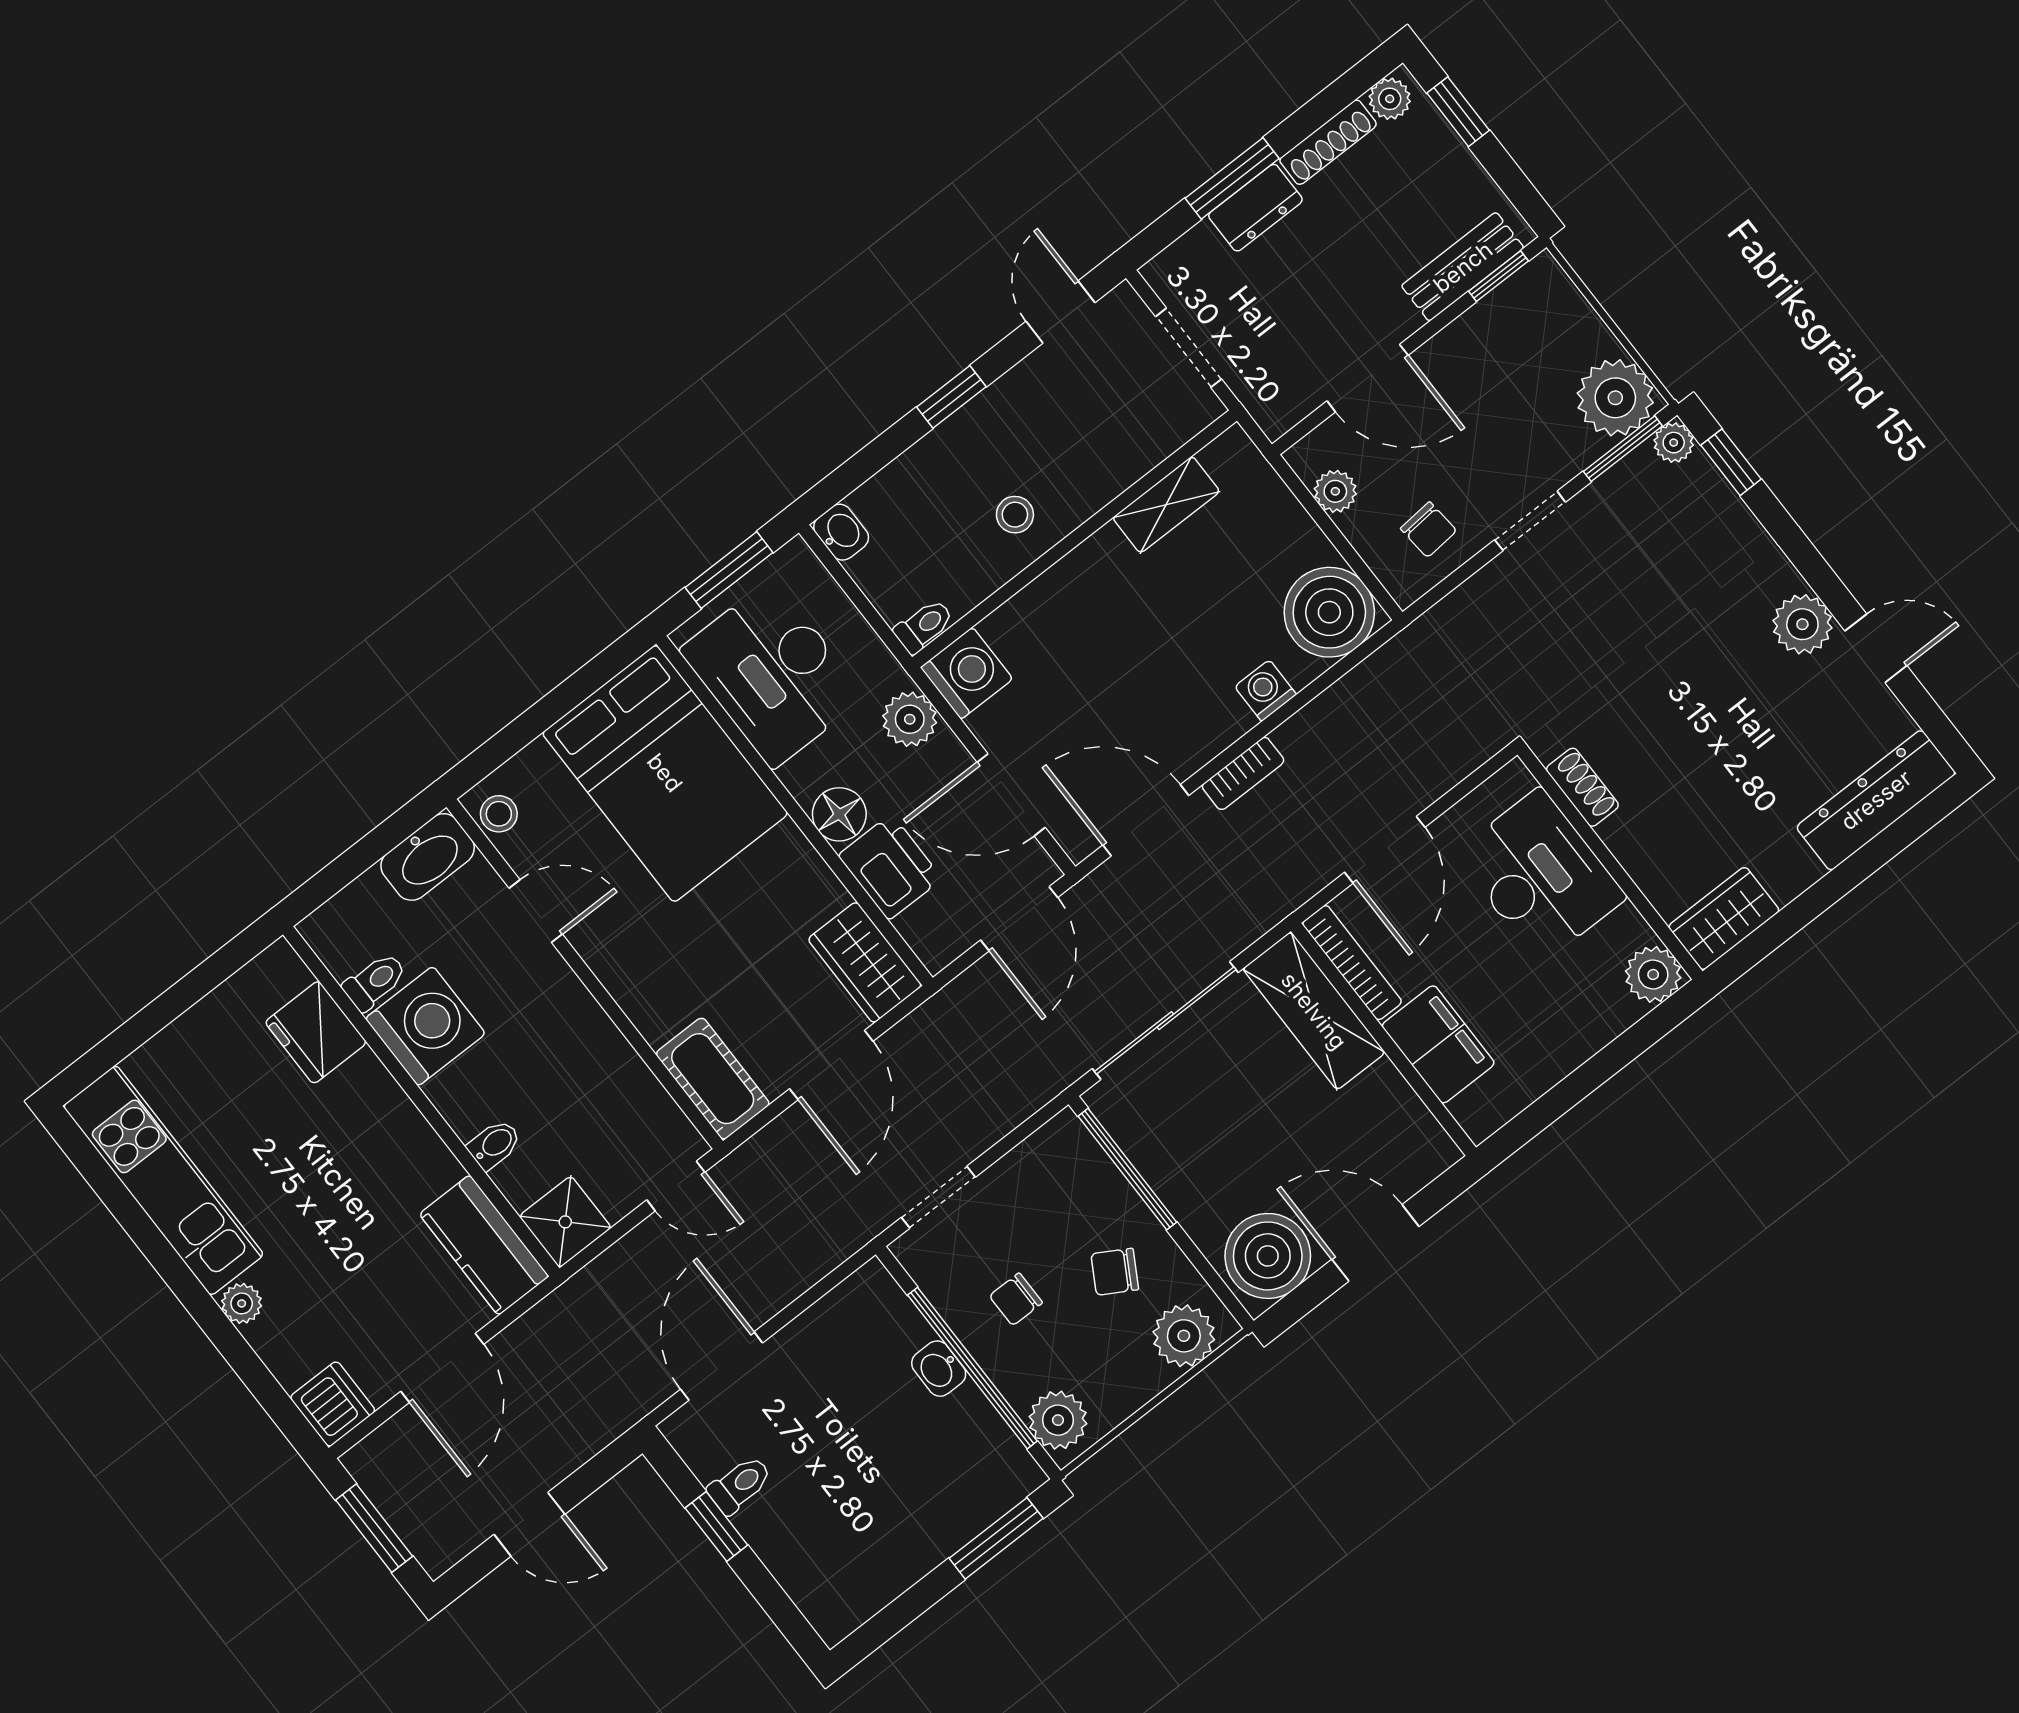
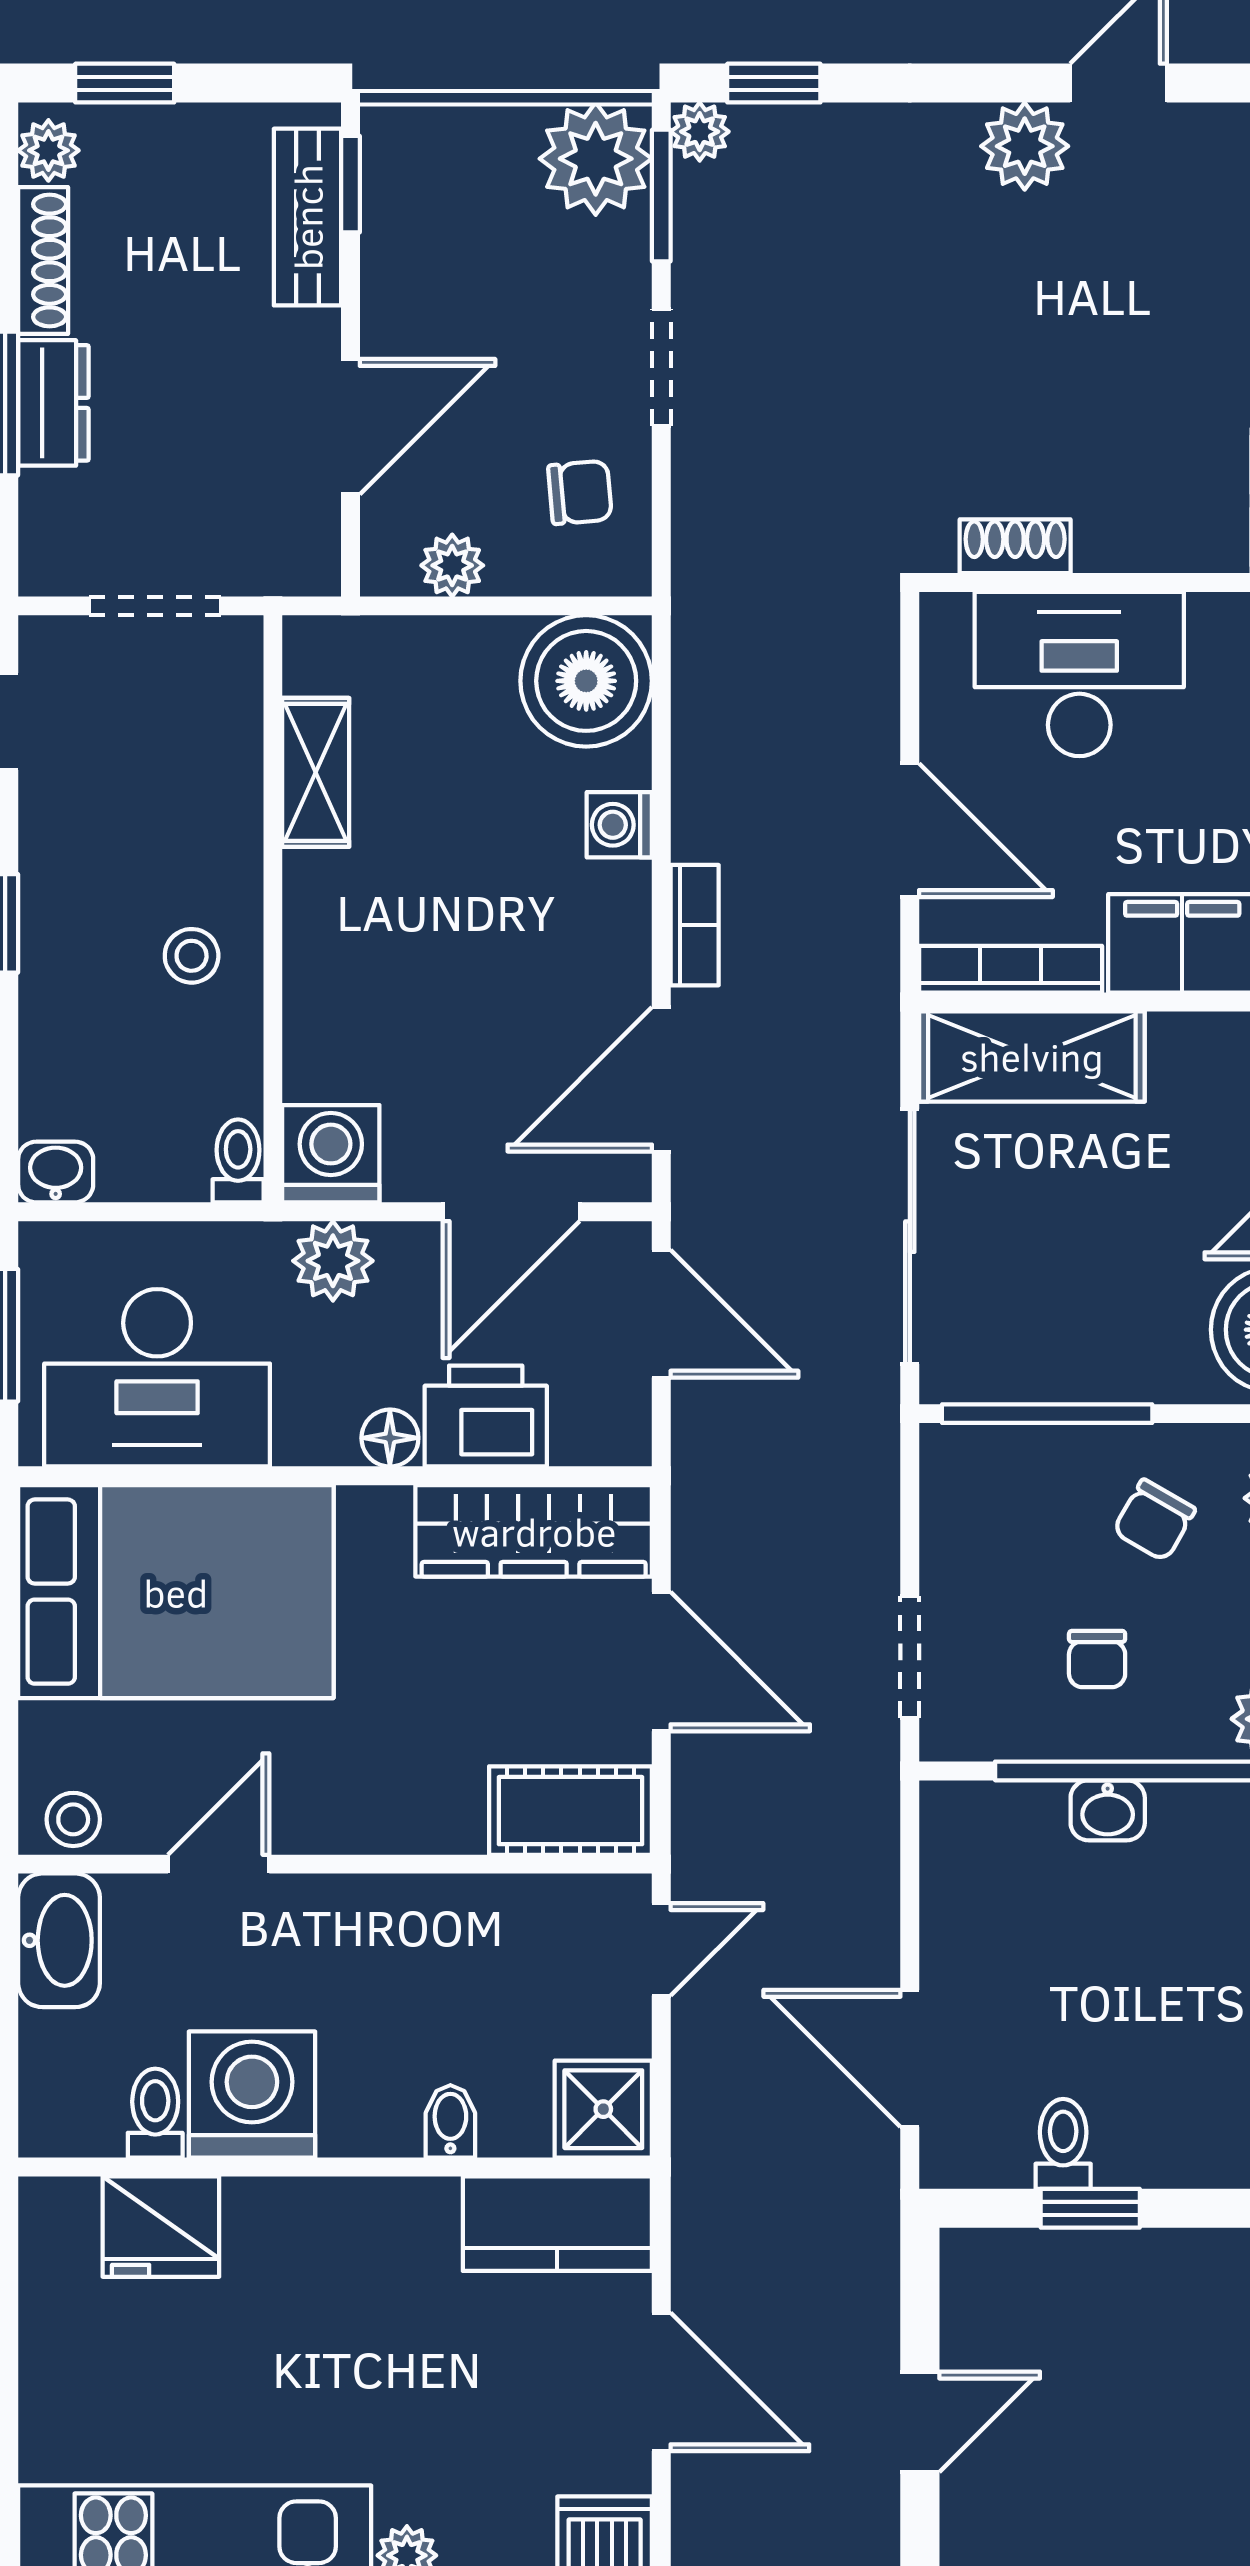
floor lamp: (839, 814) -> (390, 1438), width x0.73, depth x0.73
wardrobe: (865, 962) -> (534, 1531), width x1.50

